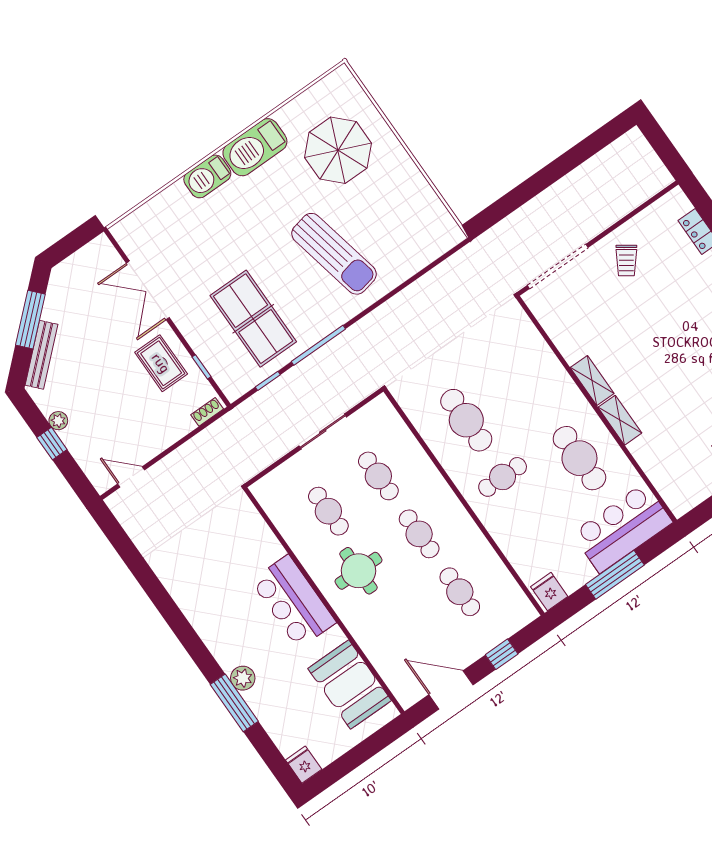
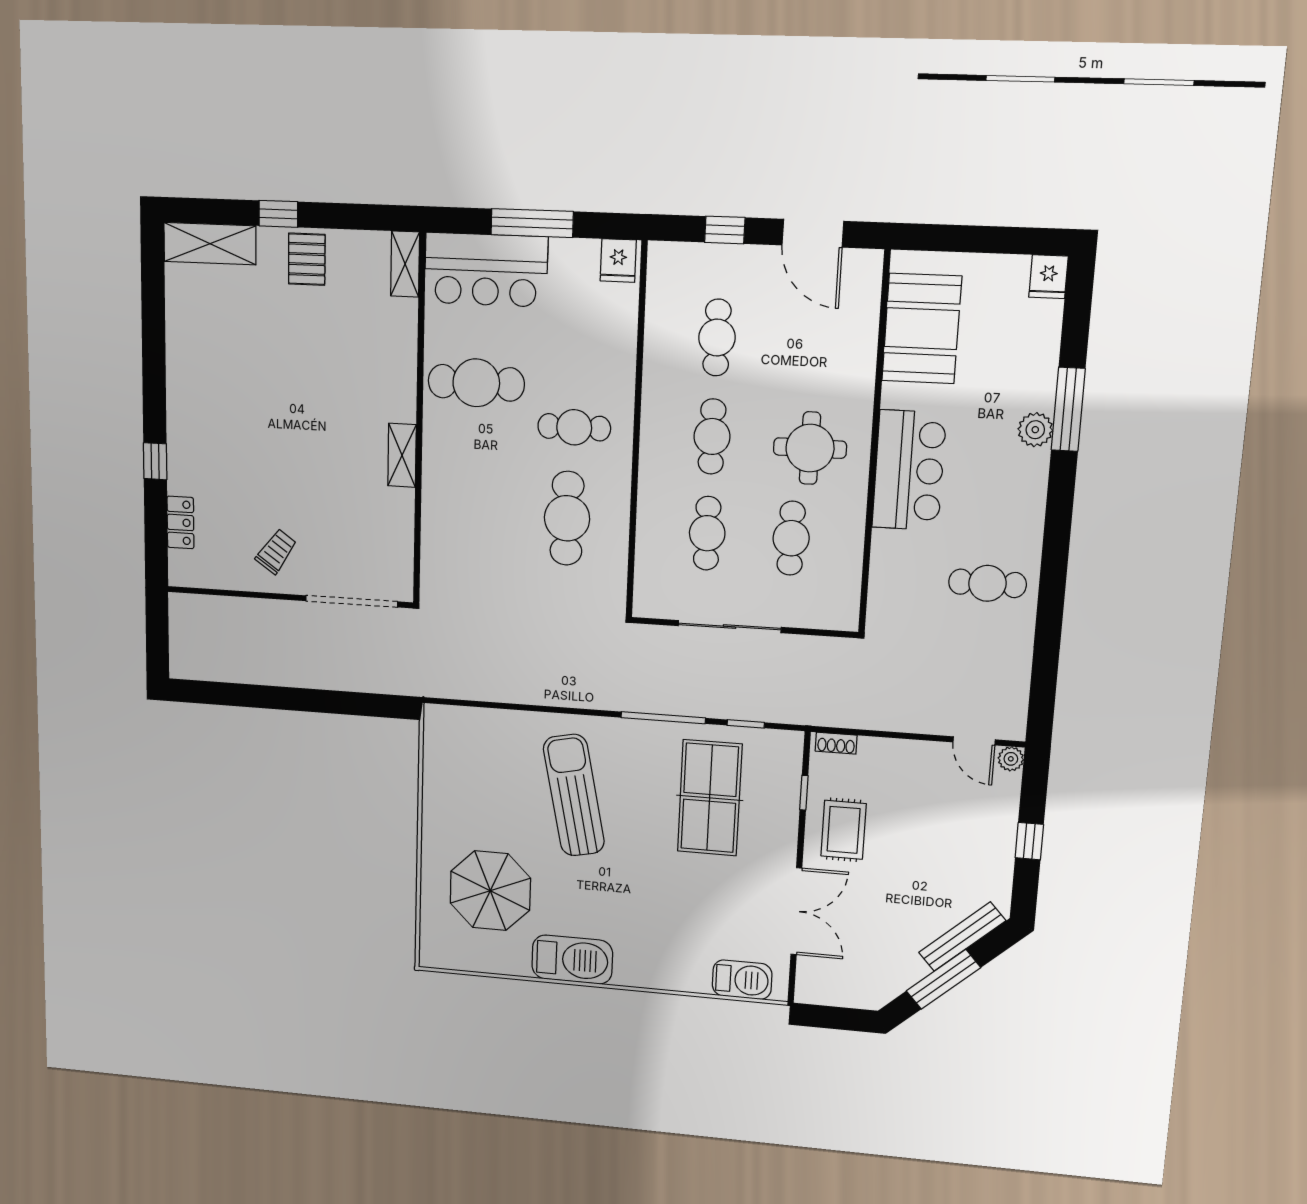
barbecue: (207, 176) -> (742, 980), moved
shelving: (620, 420) -> (405, 264), moved
plant: (58, 421) -> (1011, 759), moved
sliding door: (323, 432) -> (730, 627), width x1.37
cafe table: (579, 458) -> (476, 383), turned 90
cafe table: (198, 573) -> (987, 583), added

